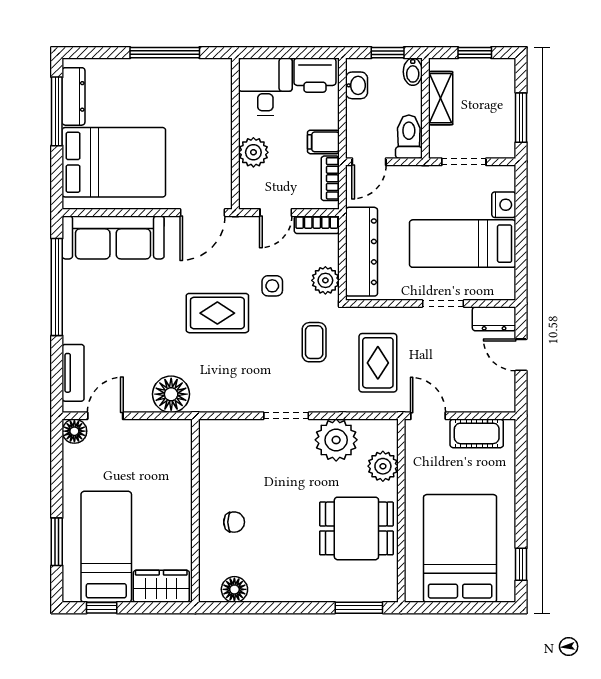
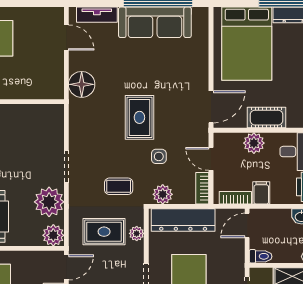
cot: (218, 135) -> (267, 118), added
toilet: (409, 137) -> (261, 256), width x0.73, depth x0.72
door: (369, 162) -> (247, 225), hinge flipped
door: (203, 213) -> (211, 107), swing flipped
sofa: (113, 237) -> (155, 22), moved, turned -90
plant: (380, 317) -> (137, 233), added
floor lamp: (74, 431) -> (55, 16), removed
plant: (383, 466) -> (53, 235), moved

